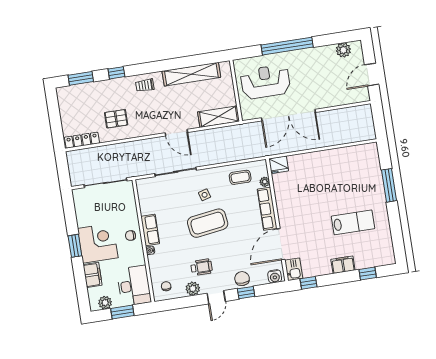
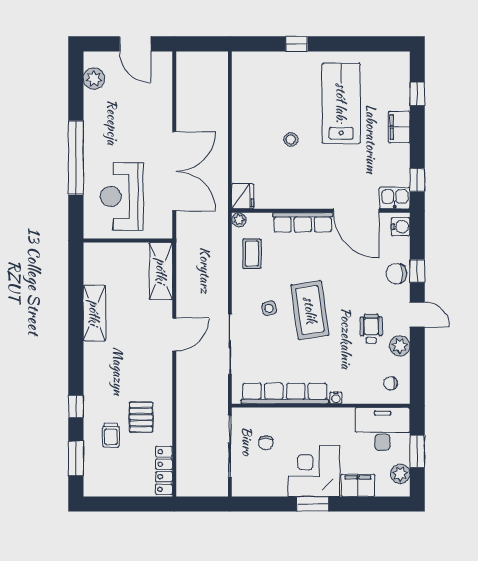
shelving: (191, 74) -> (94, 313), width x0.68
trolley: (145, 85) -> (111, 435), moved
plant: (265, 182) -> (239, 220), moved
window: (389, 185) -> (297, 44), width x0.46
stool: (323, 192) -> (291, 139), added
lab bench: (353, 222) -> (341, 103), width x1.36, depth x1.39
row of seats: (150, 230) -> (285, 393), width x2.02
chair: (131, 236) -> (266, 443), moved

